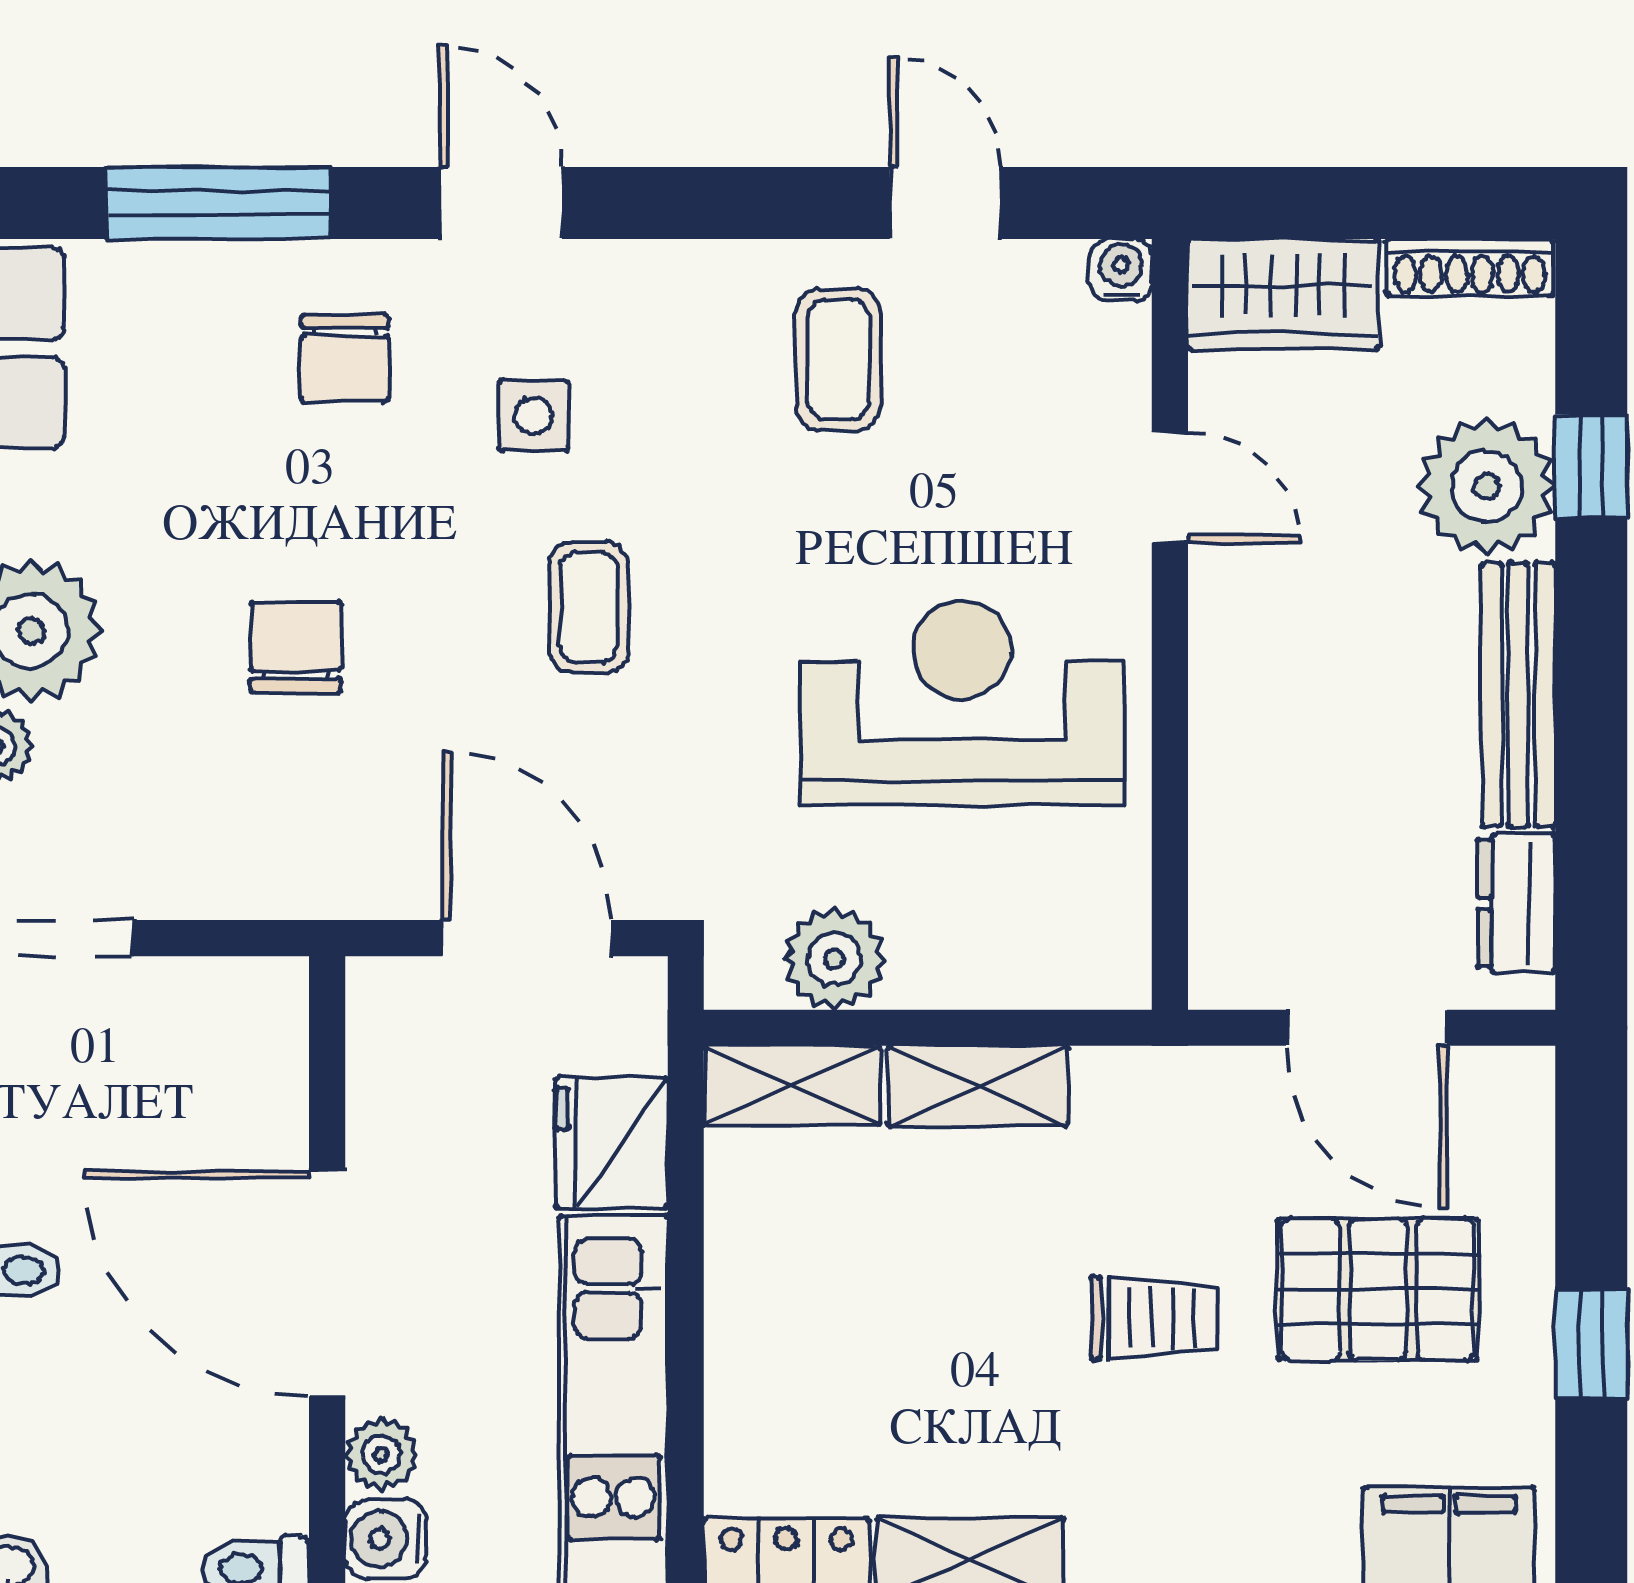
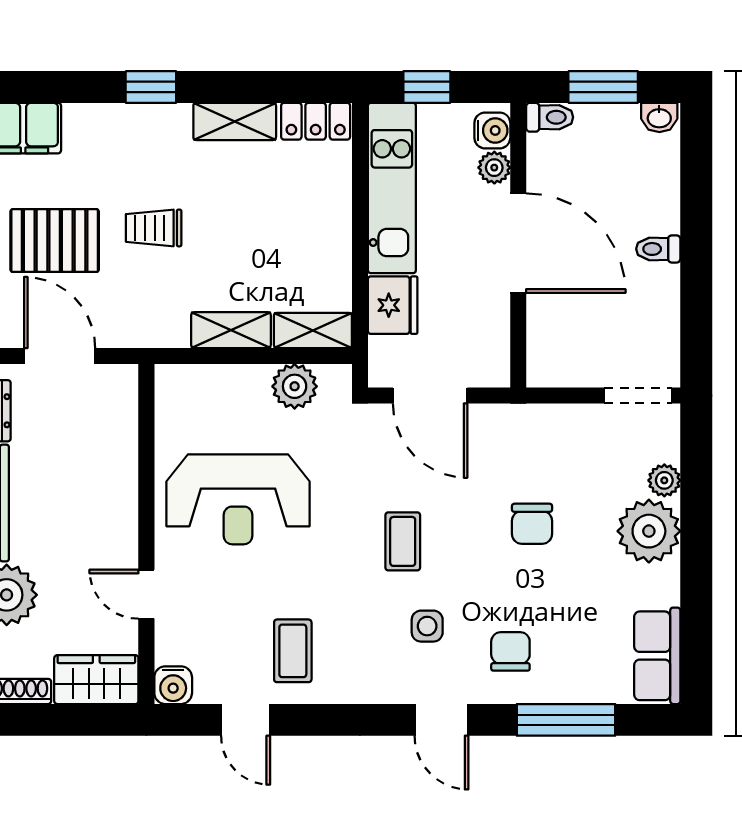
water cooler: (1121, 270) -> (173, 685), width x1.38, depth x1.38

